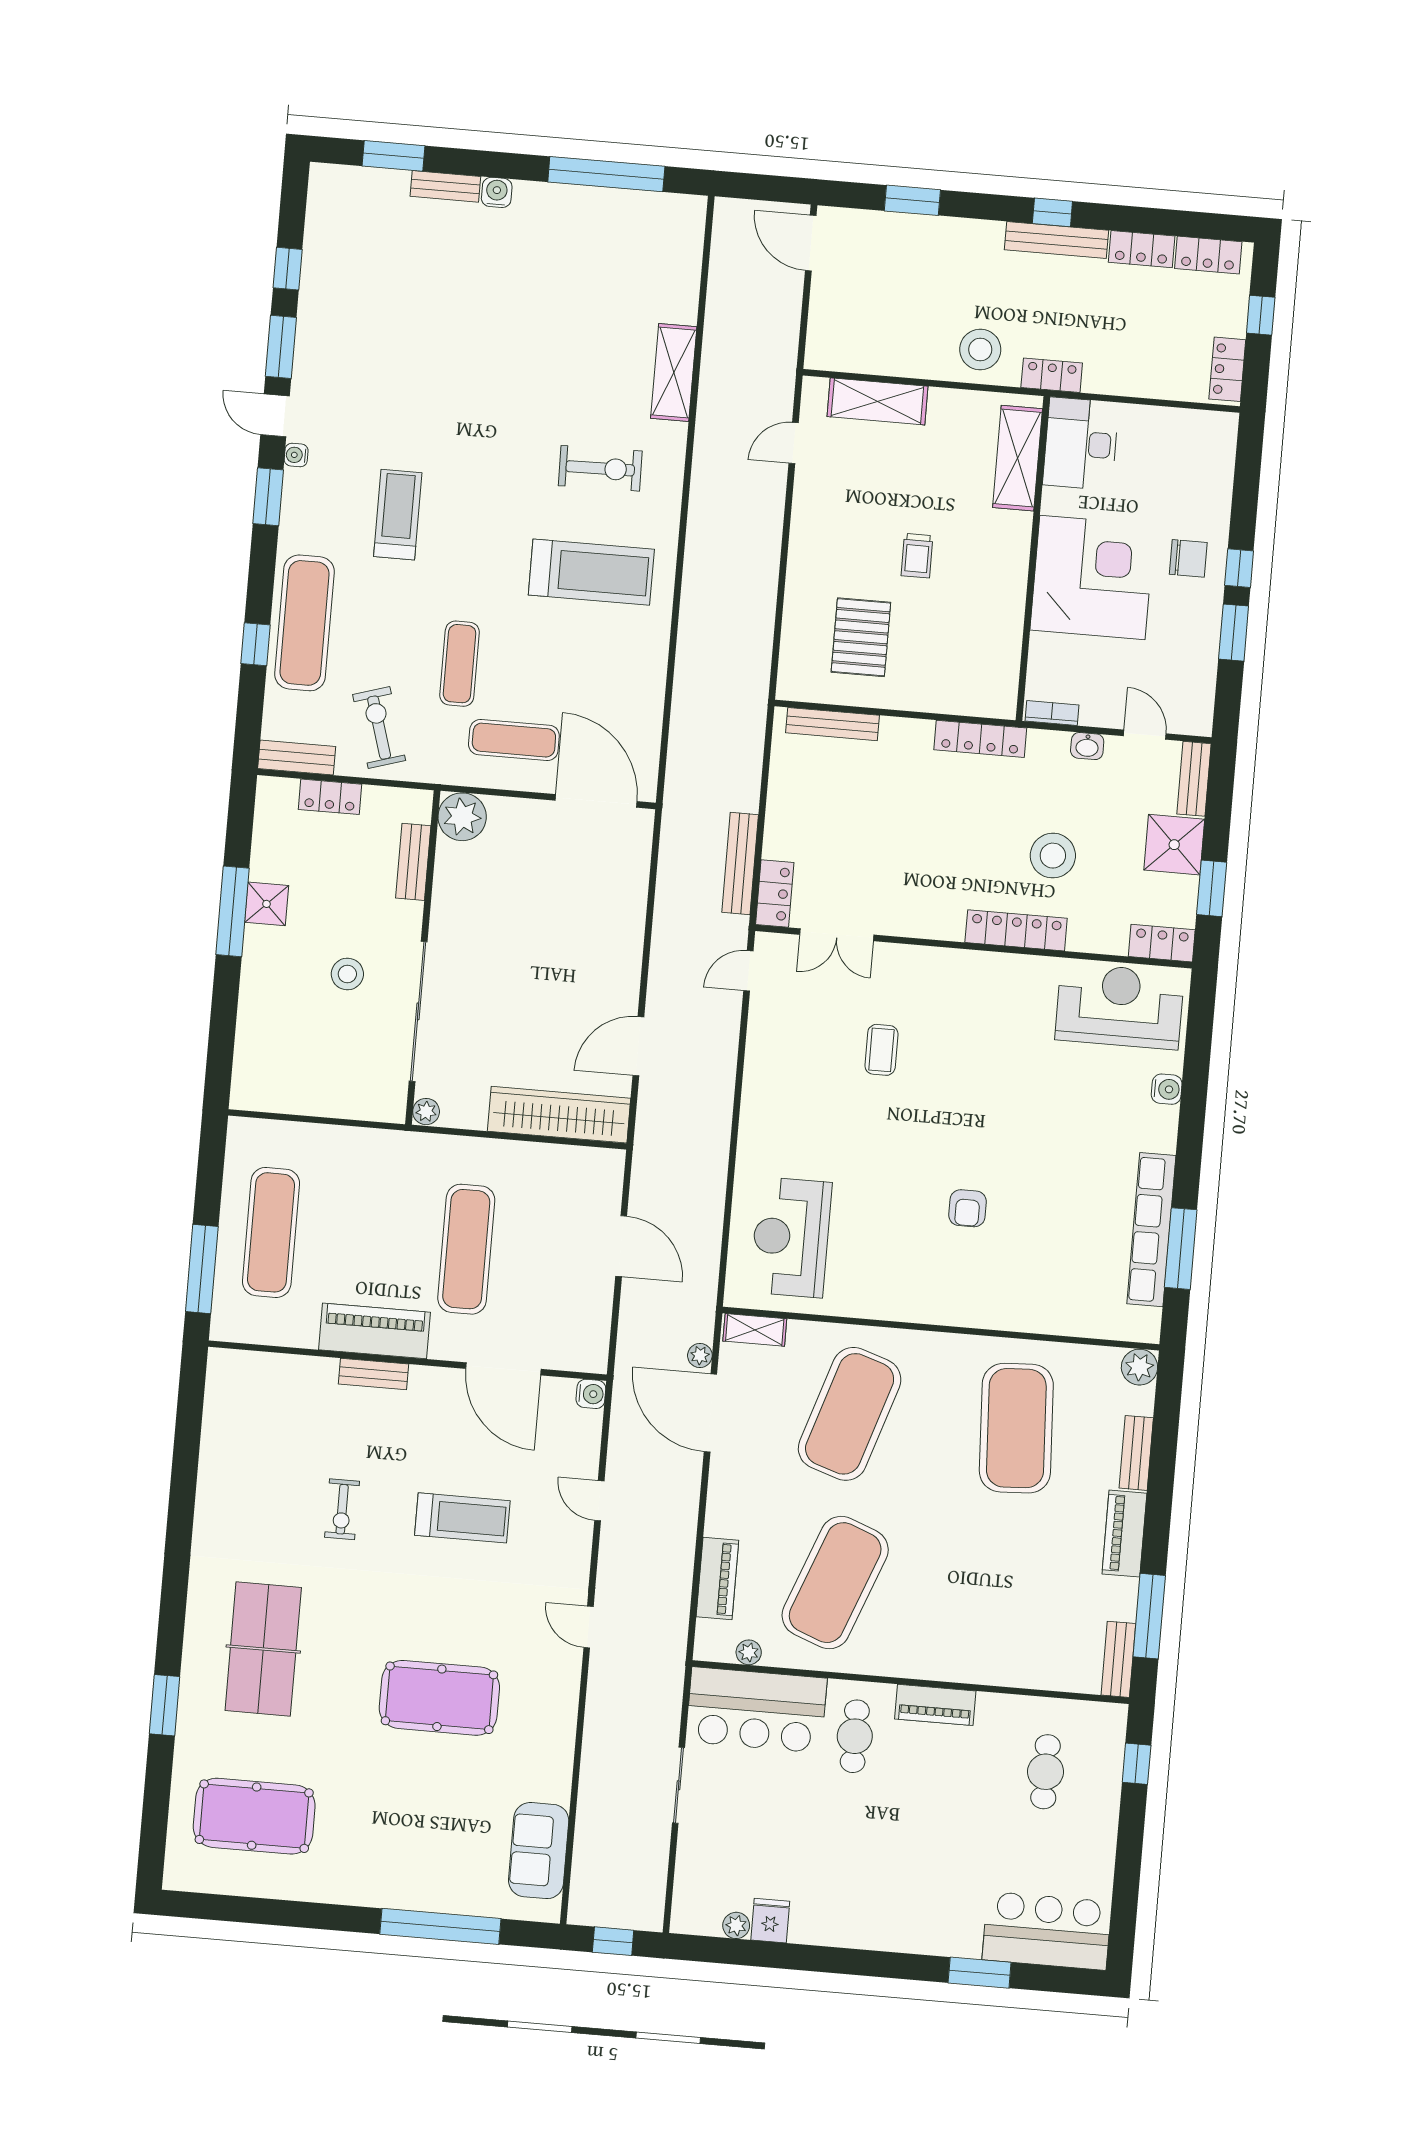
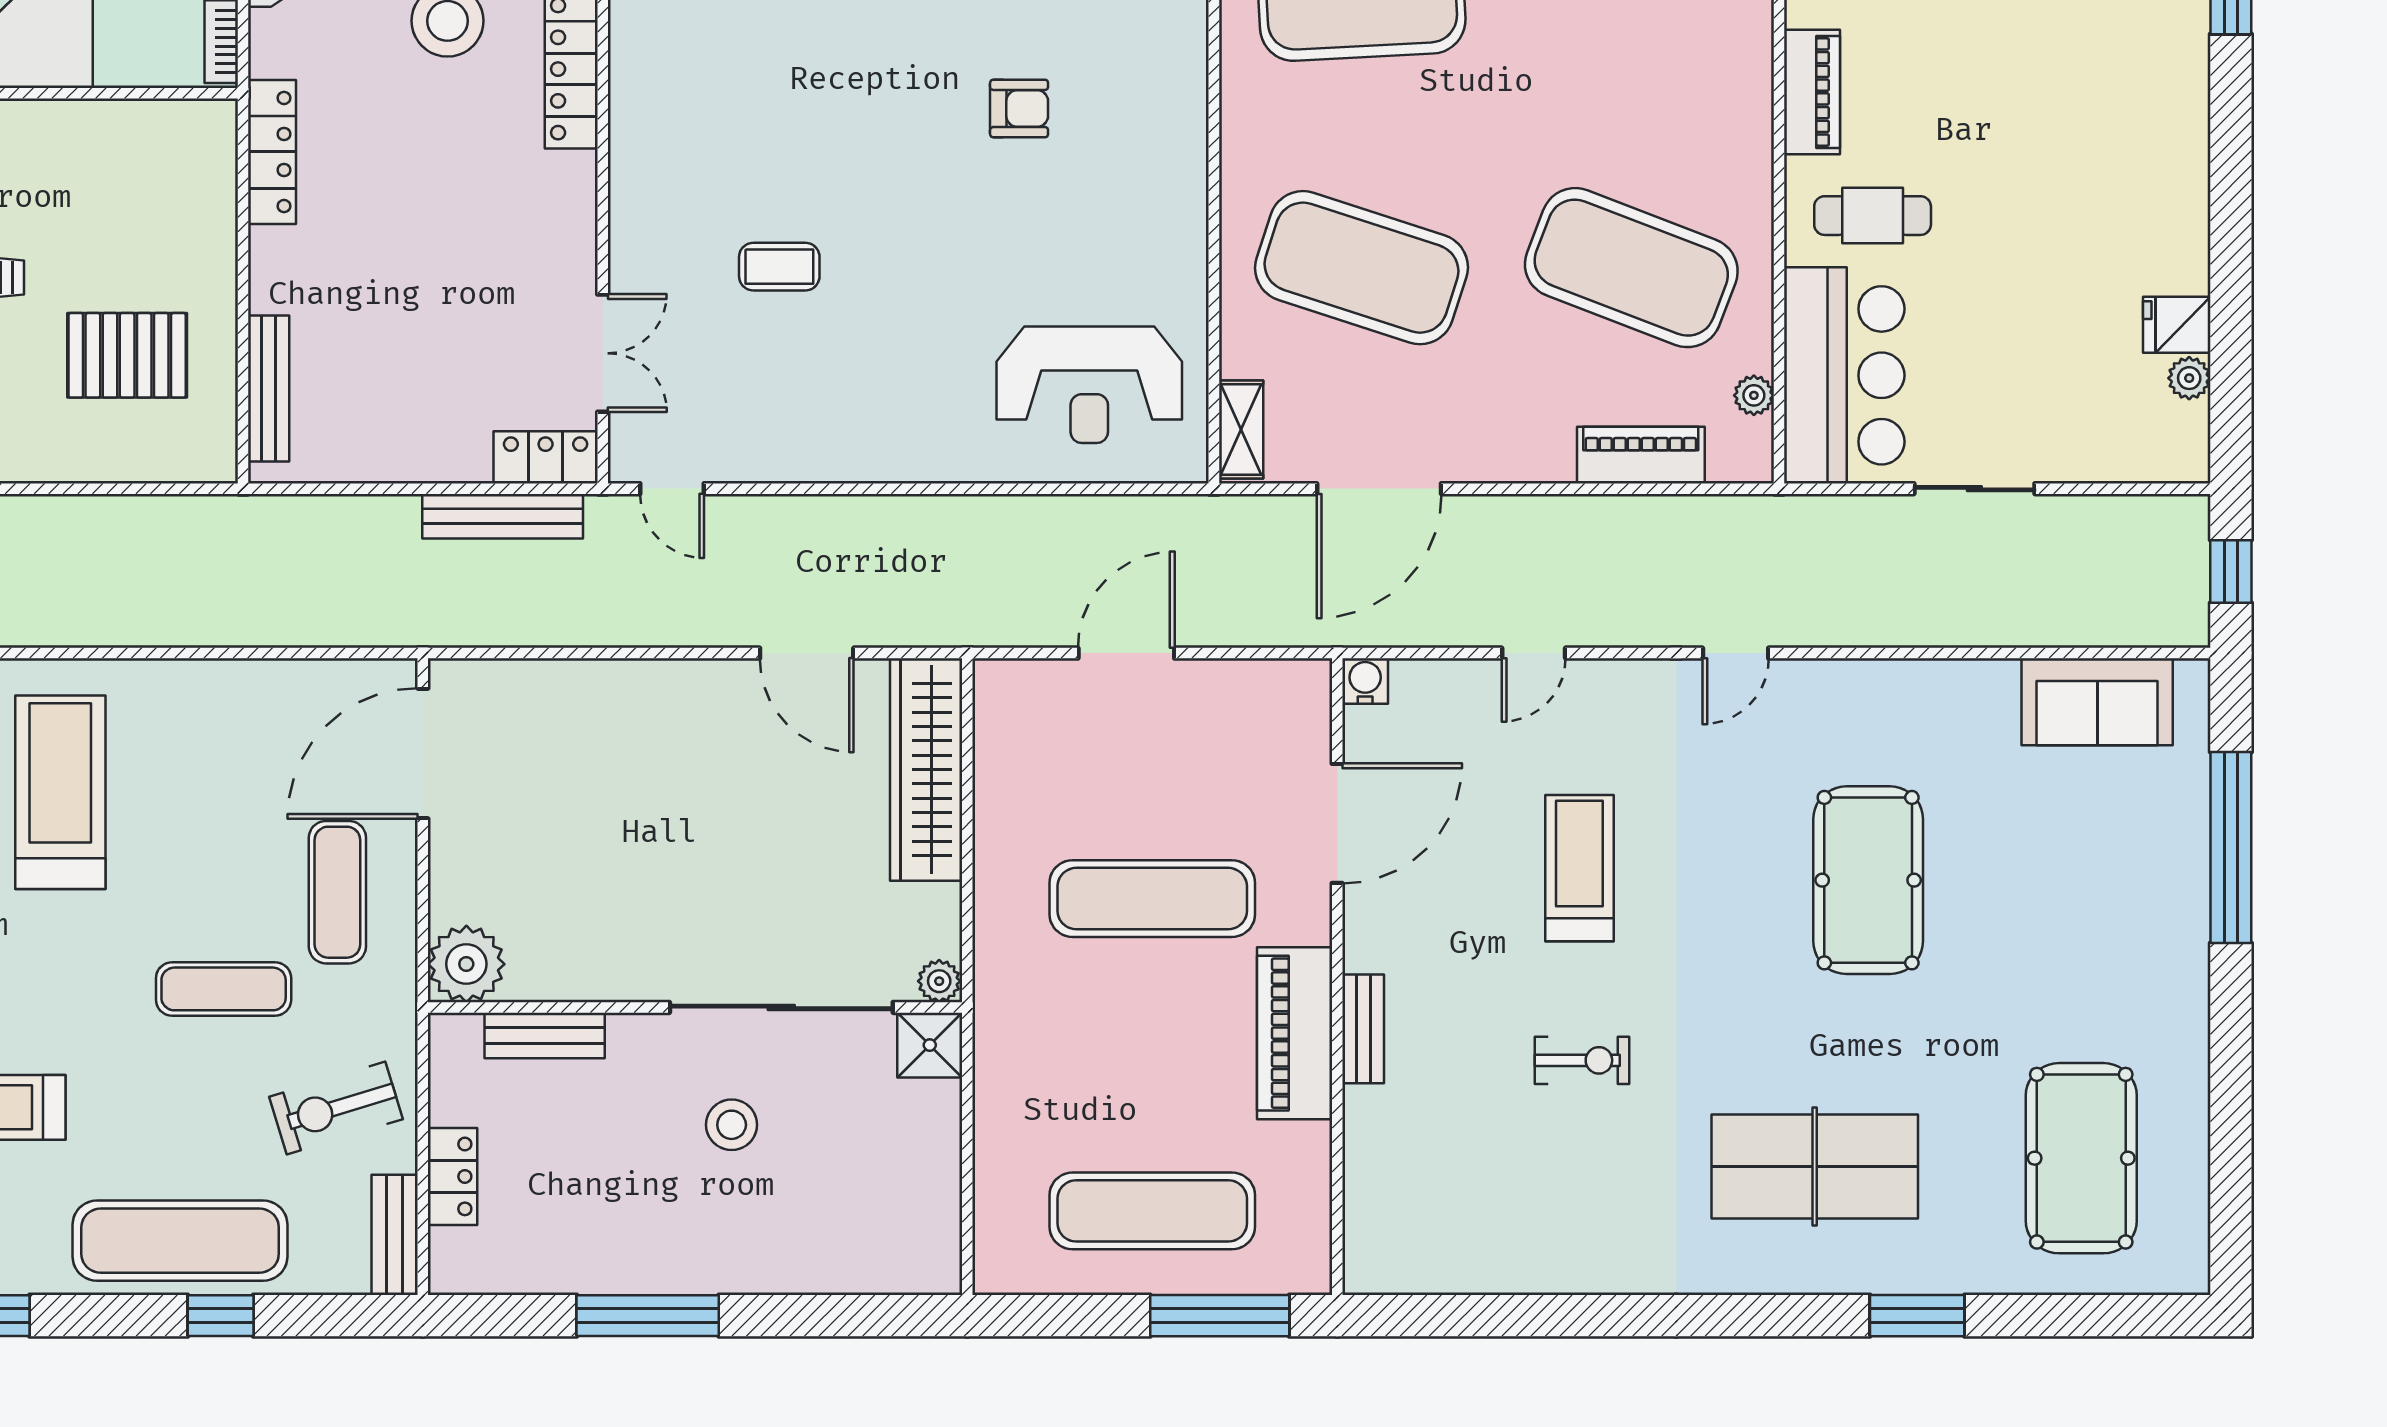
shower: (267, 904) -> (930, 1045), moved
plant: (700, 1356) -> (1289, 513), removed

